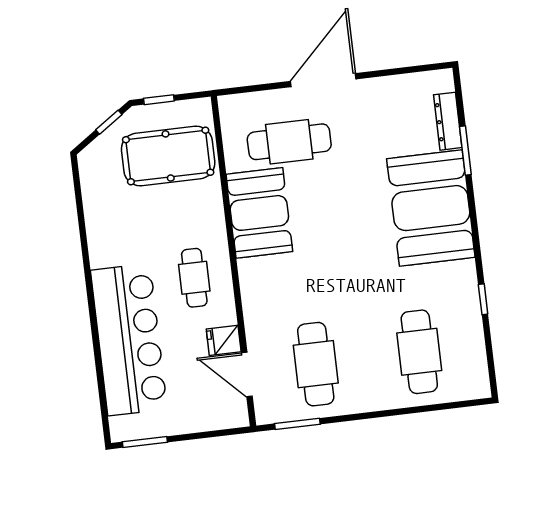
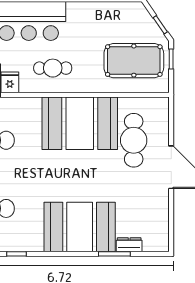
dresser: (448, 121) -> (129, 245), width x0.70
pool table: (168, 156) -> (134, 61), turned 90
booth: (259, 213) -> (80, 123), width x1.36, depth x1.42

